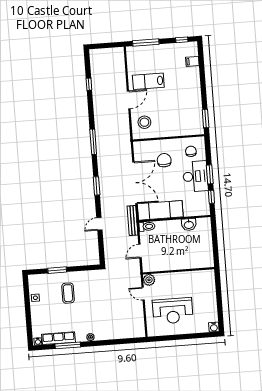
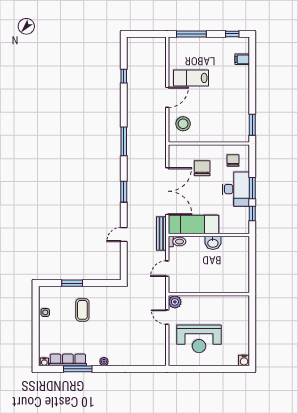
washbasin: (189, 225) -> (213, 243), moved

